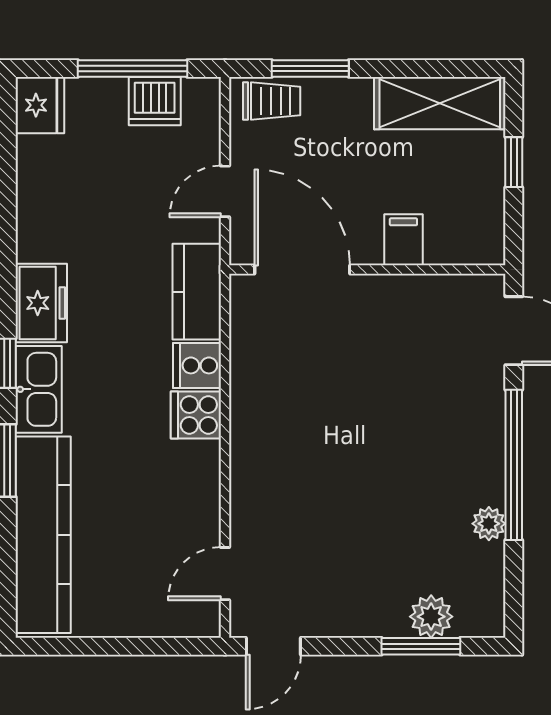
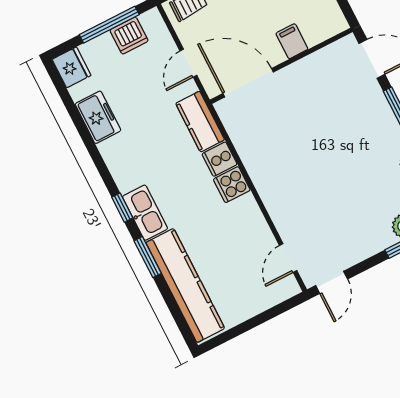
freezer: (41, 303) -> (98, 117), moved

